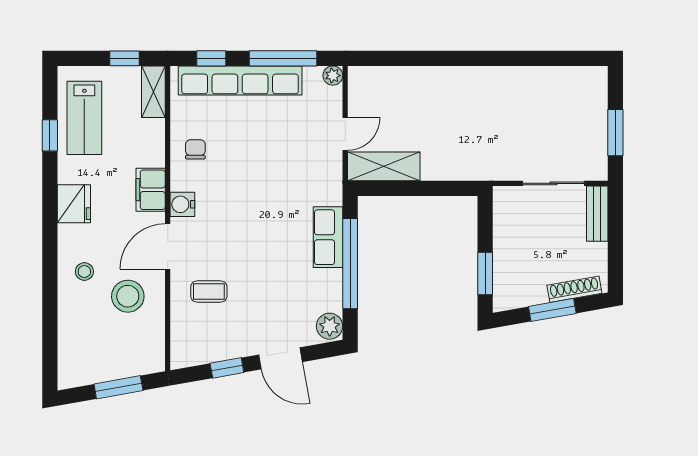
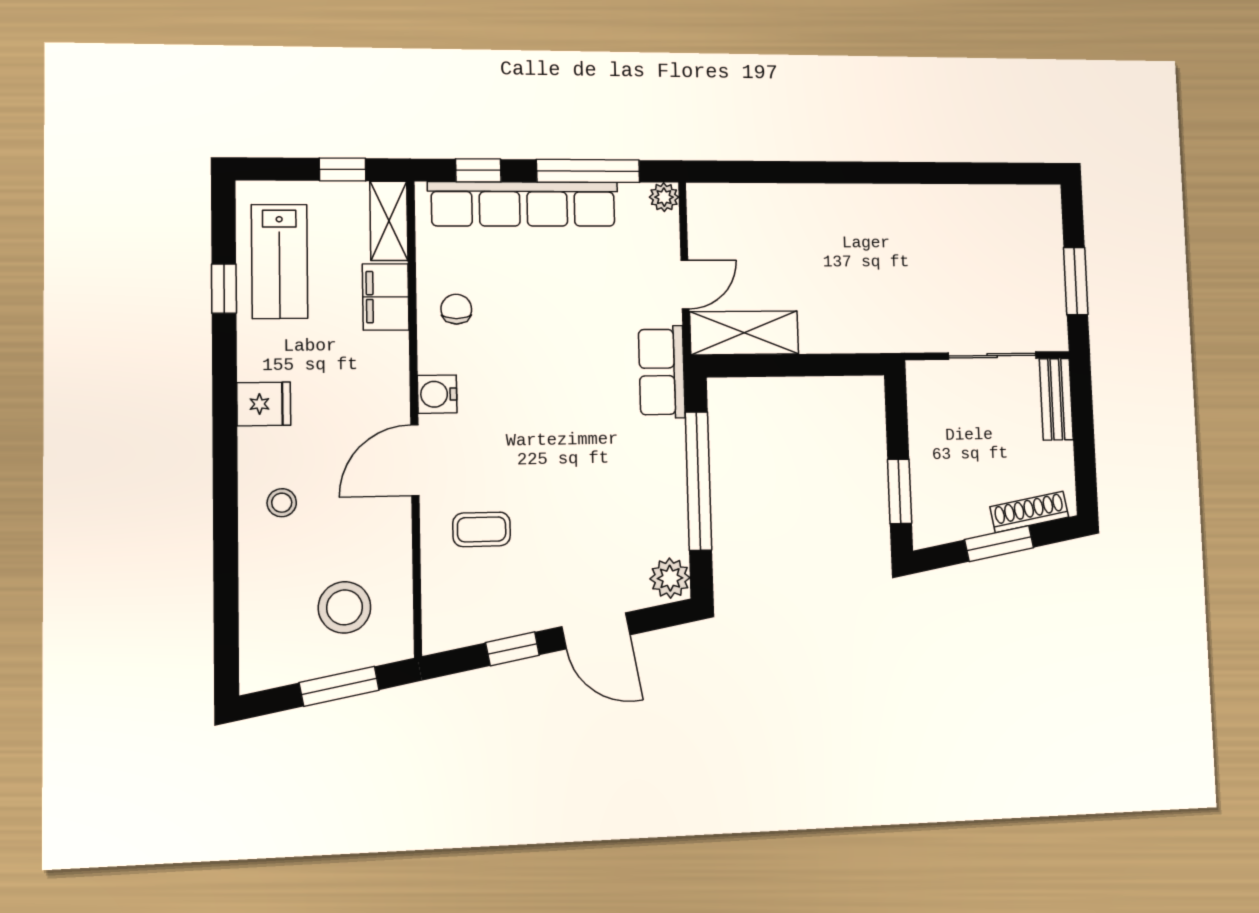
filing cabinet: (151, 190) -> (386, 297), moved
fridge: (74, 204) -> (264, 404), width x0.72
row of seats: (328, 237) -> (662, 372), moved
stool: (128, 296) -> (345, 607), moved

